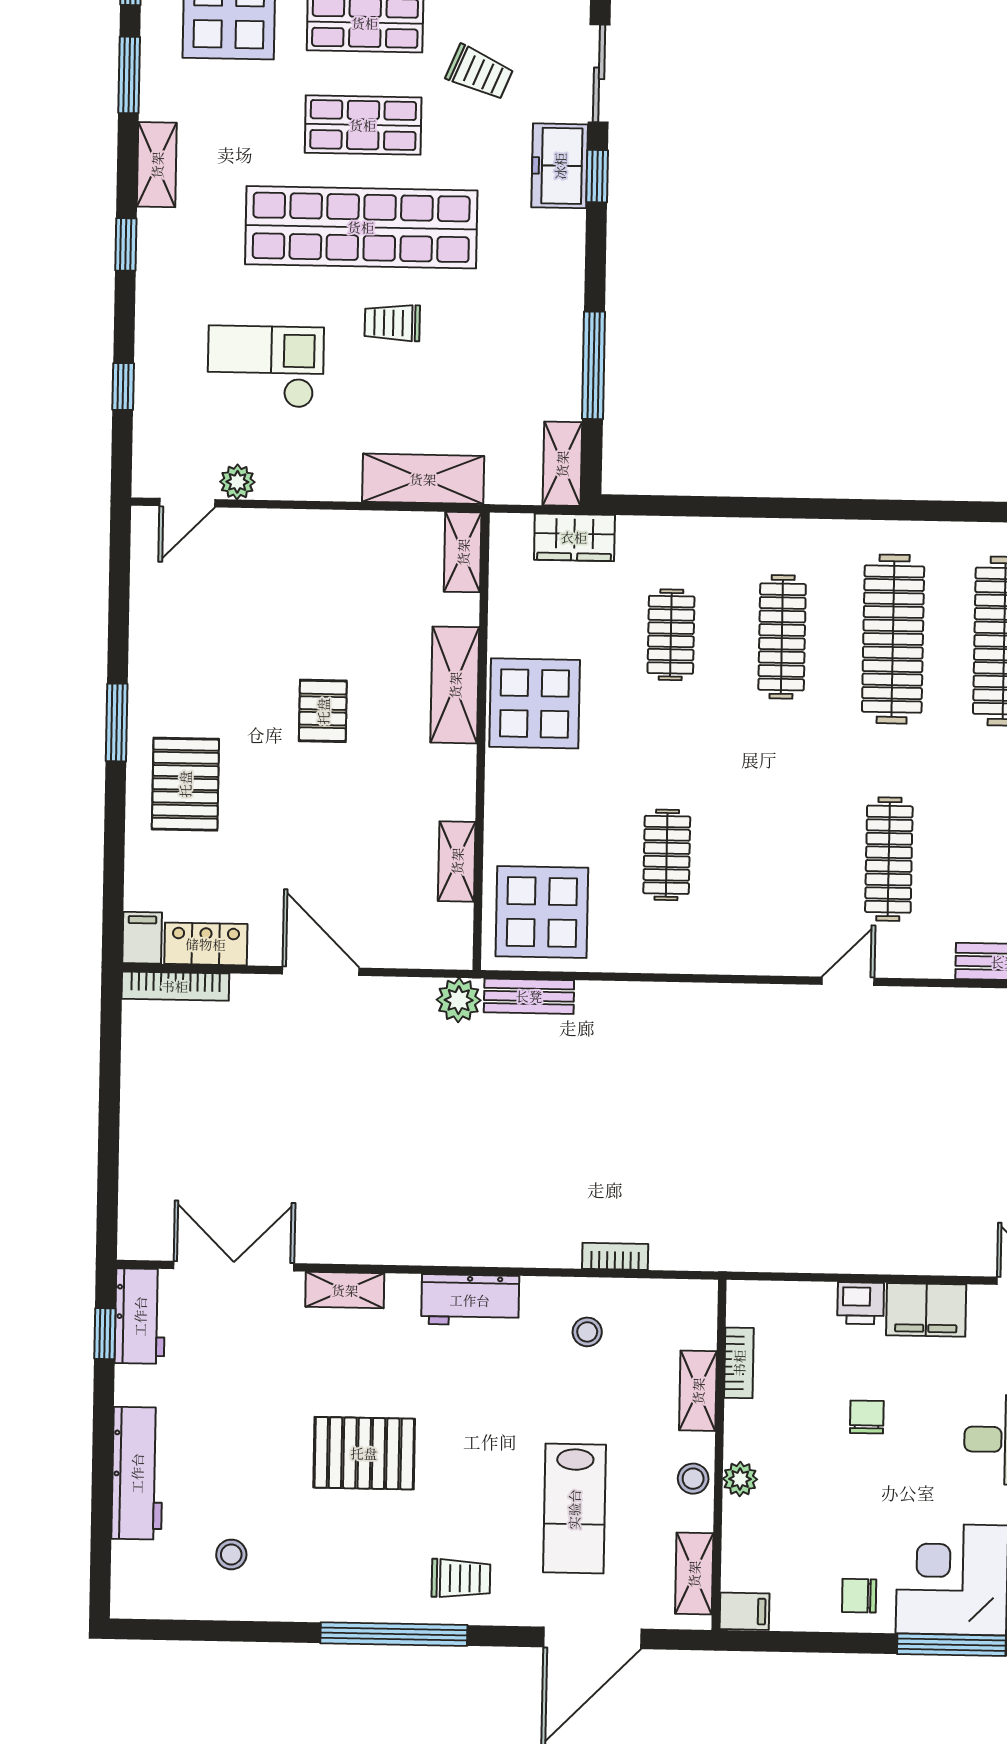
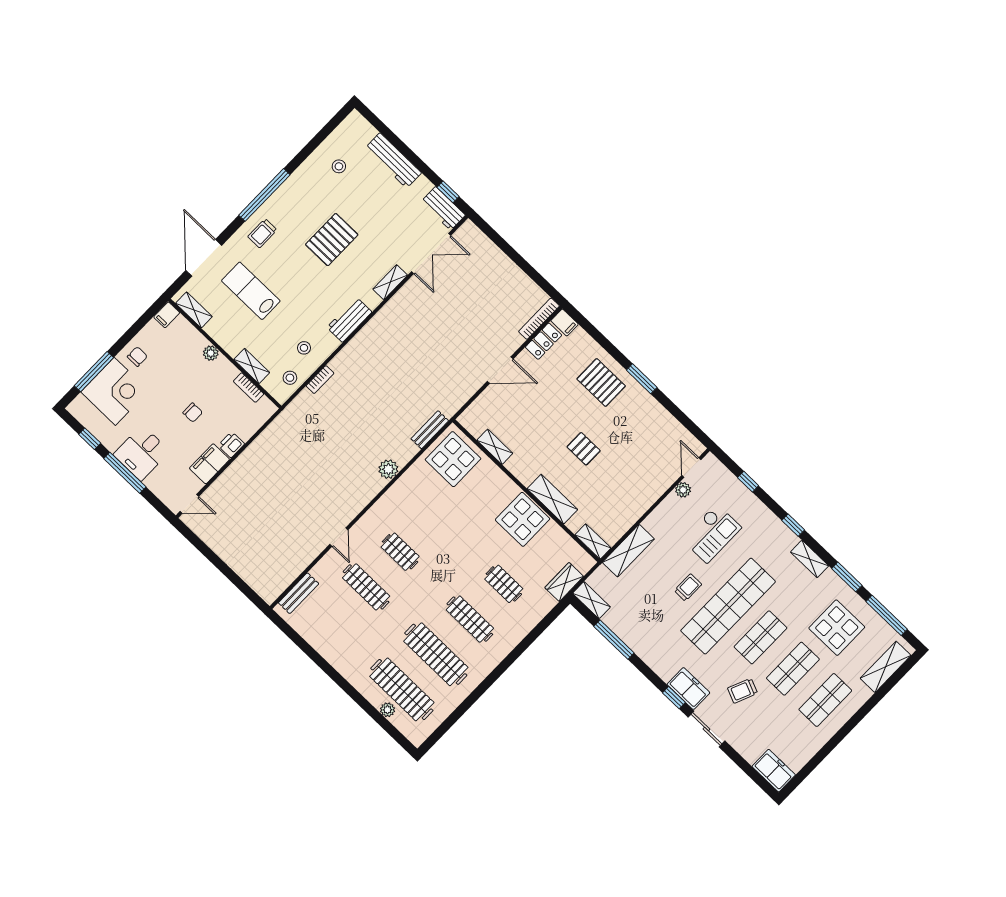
clothes rail: (667, 855) -> (400, 552), moved
plant: (459, 1000) -> (388, 469), moved
stool: (693, 1479) -> (290, 378), moved

